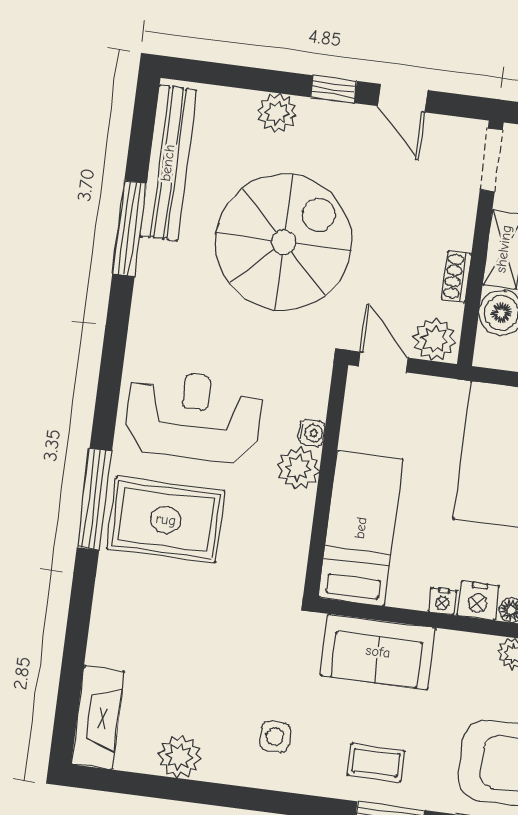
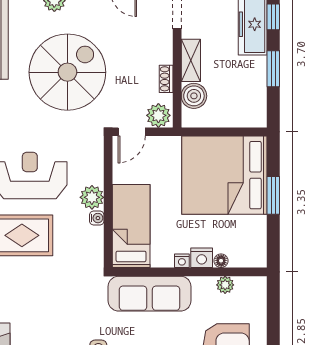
door: (383, 362) -> (132, 132), swing flipped
water cooler: (312, 433) -> (97, 218), moved
sofa: (378, 652) -> (150, 294), width x1.36

